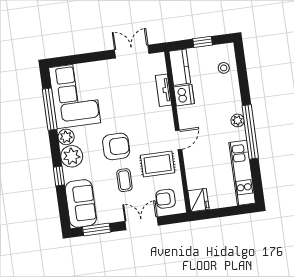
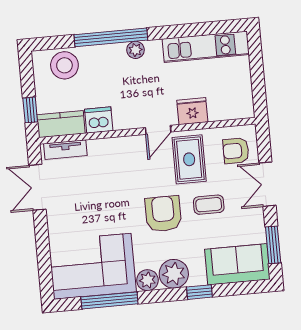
window: (203, 42) -> (30, 110), moved
stool: (224, 68) -> (64, 65), width x1.89, depth x1.89
tv unit: (163, 90) -> (65, 150), moved
window: (250, 132) -> (111, 37), moved
door: (179, 140) -> (158, 130), swing flipped
armchair: (166, 199) -> (236, 151), turned 90
fridge: (199, 200) -> (192, 111), moved

